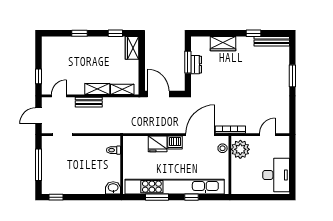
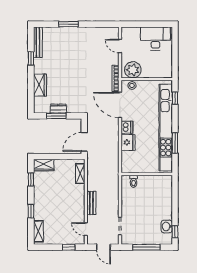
shelving: (97, 89) -> (38, 231), moved
washbasin: (113, 188) -> (167, 226), moved
window: (191, 197) -> (175, 98), moved

